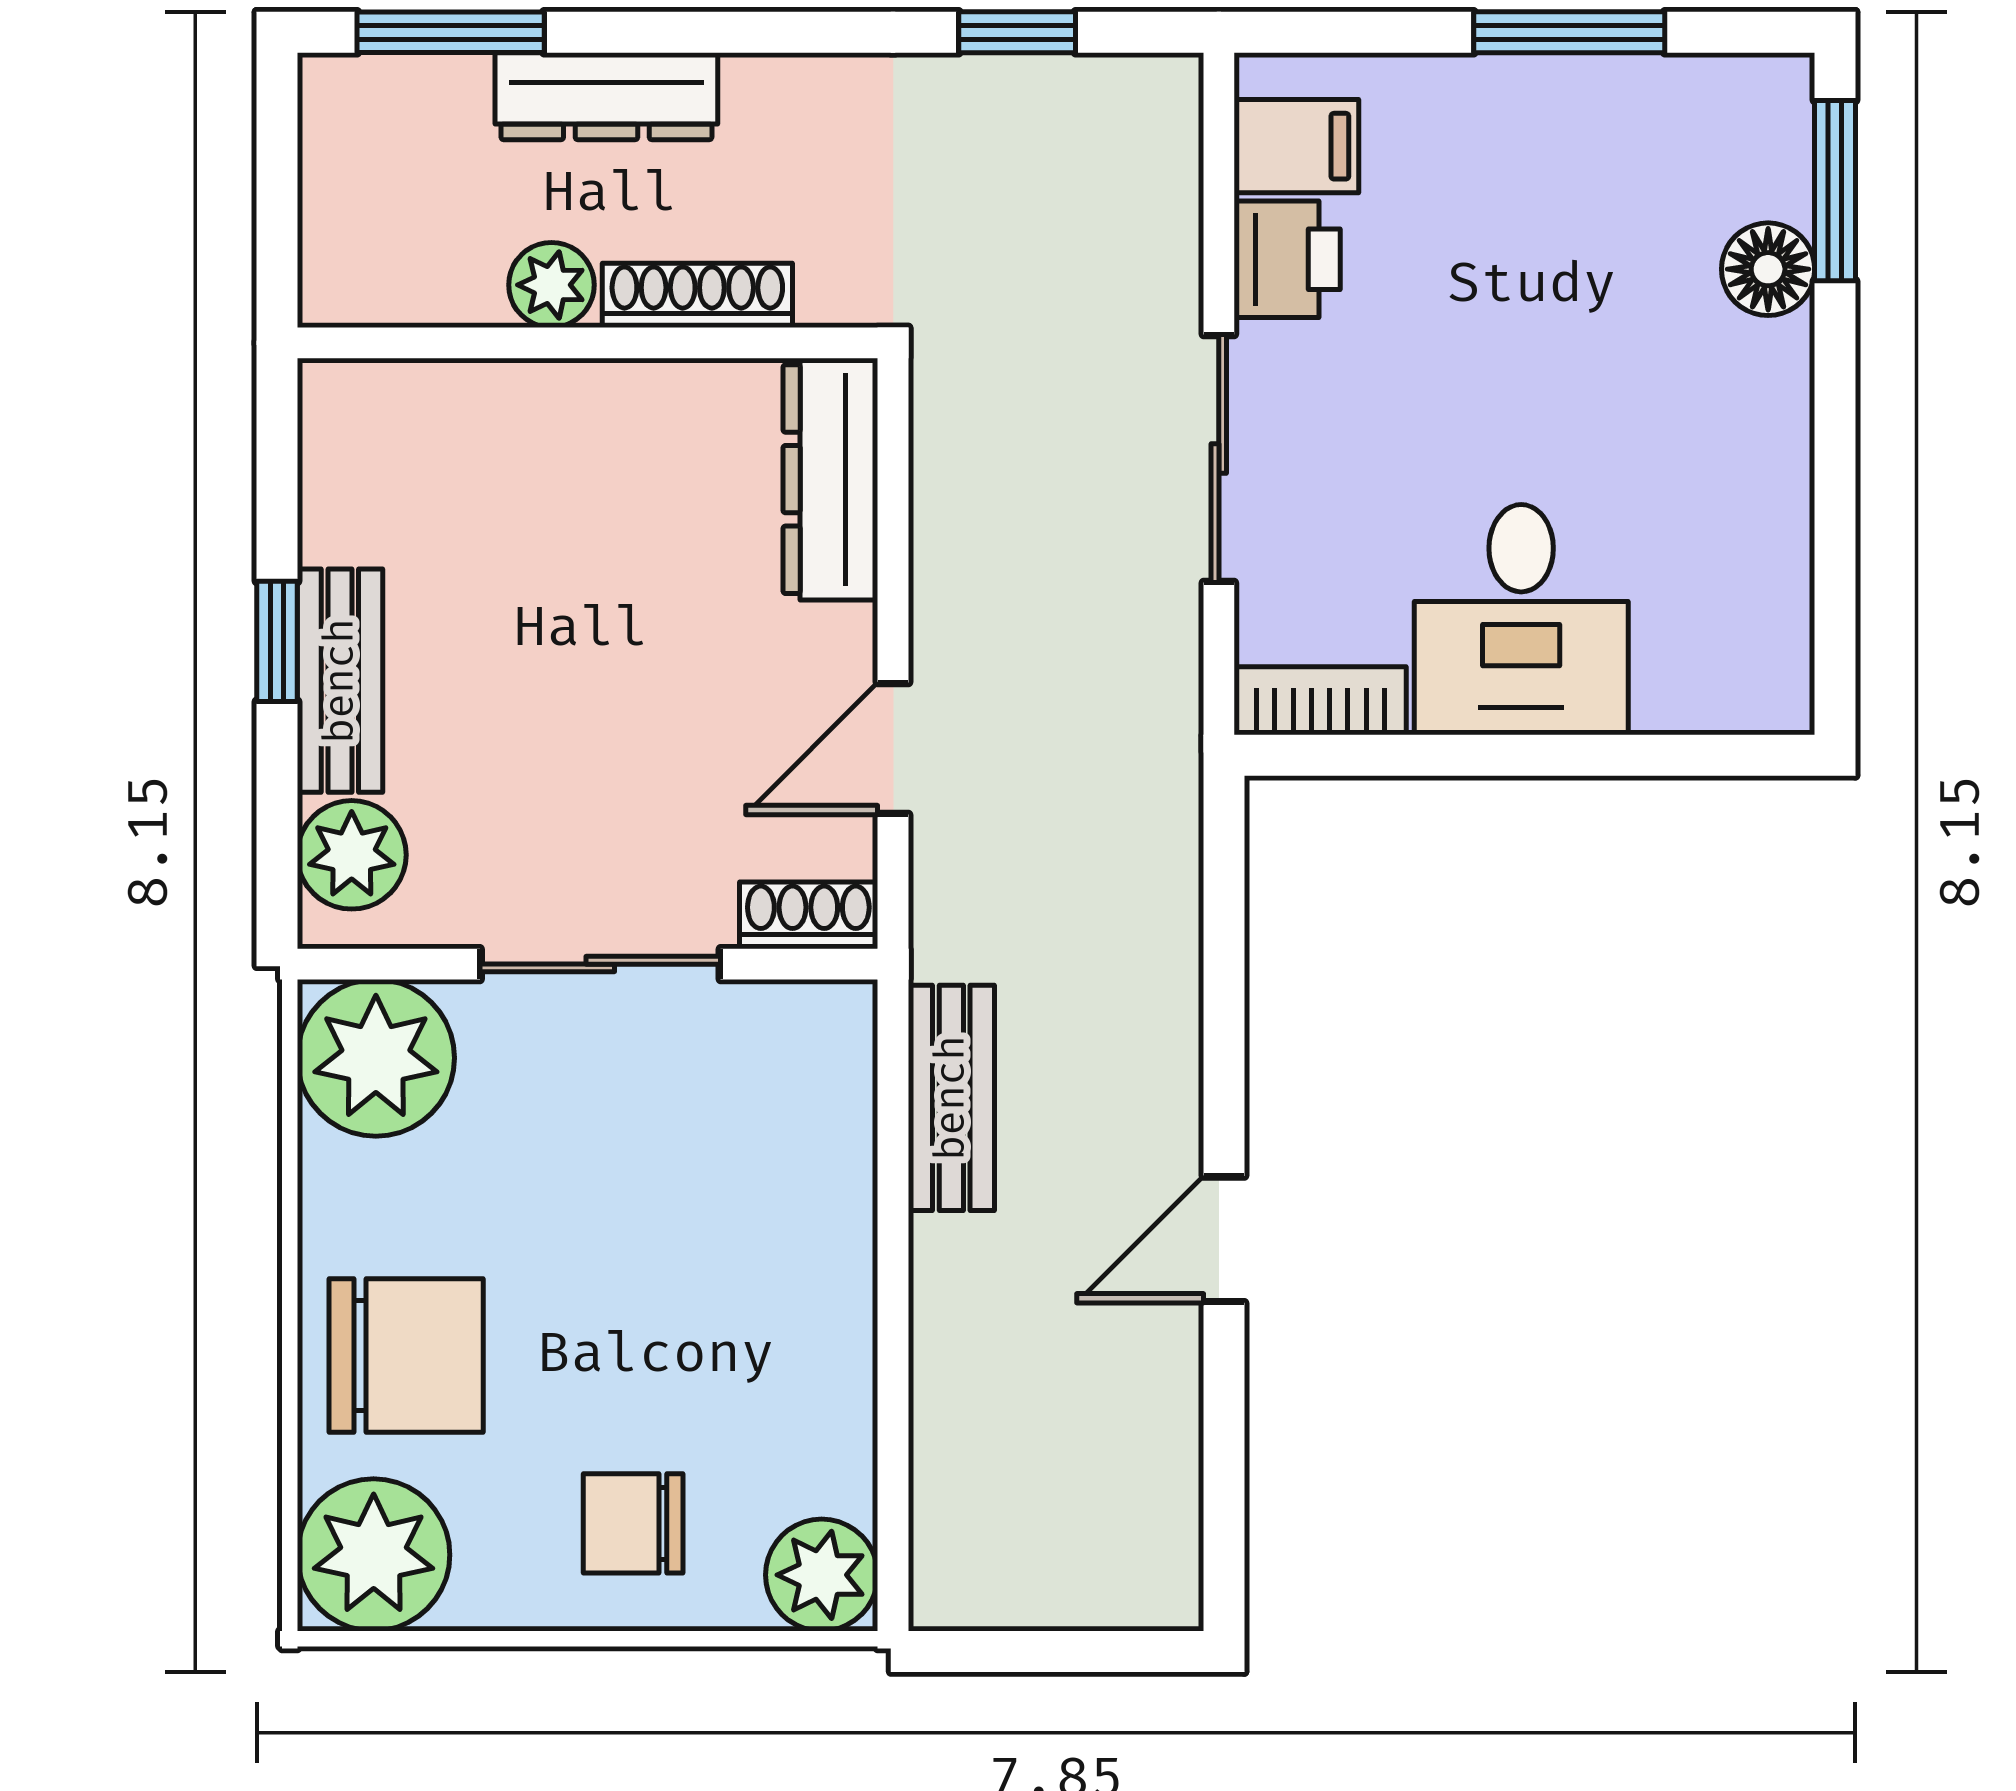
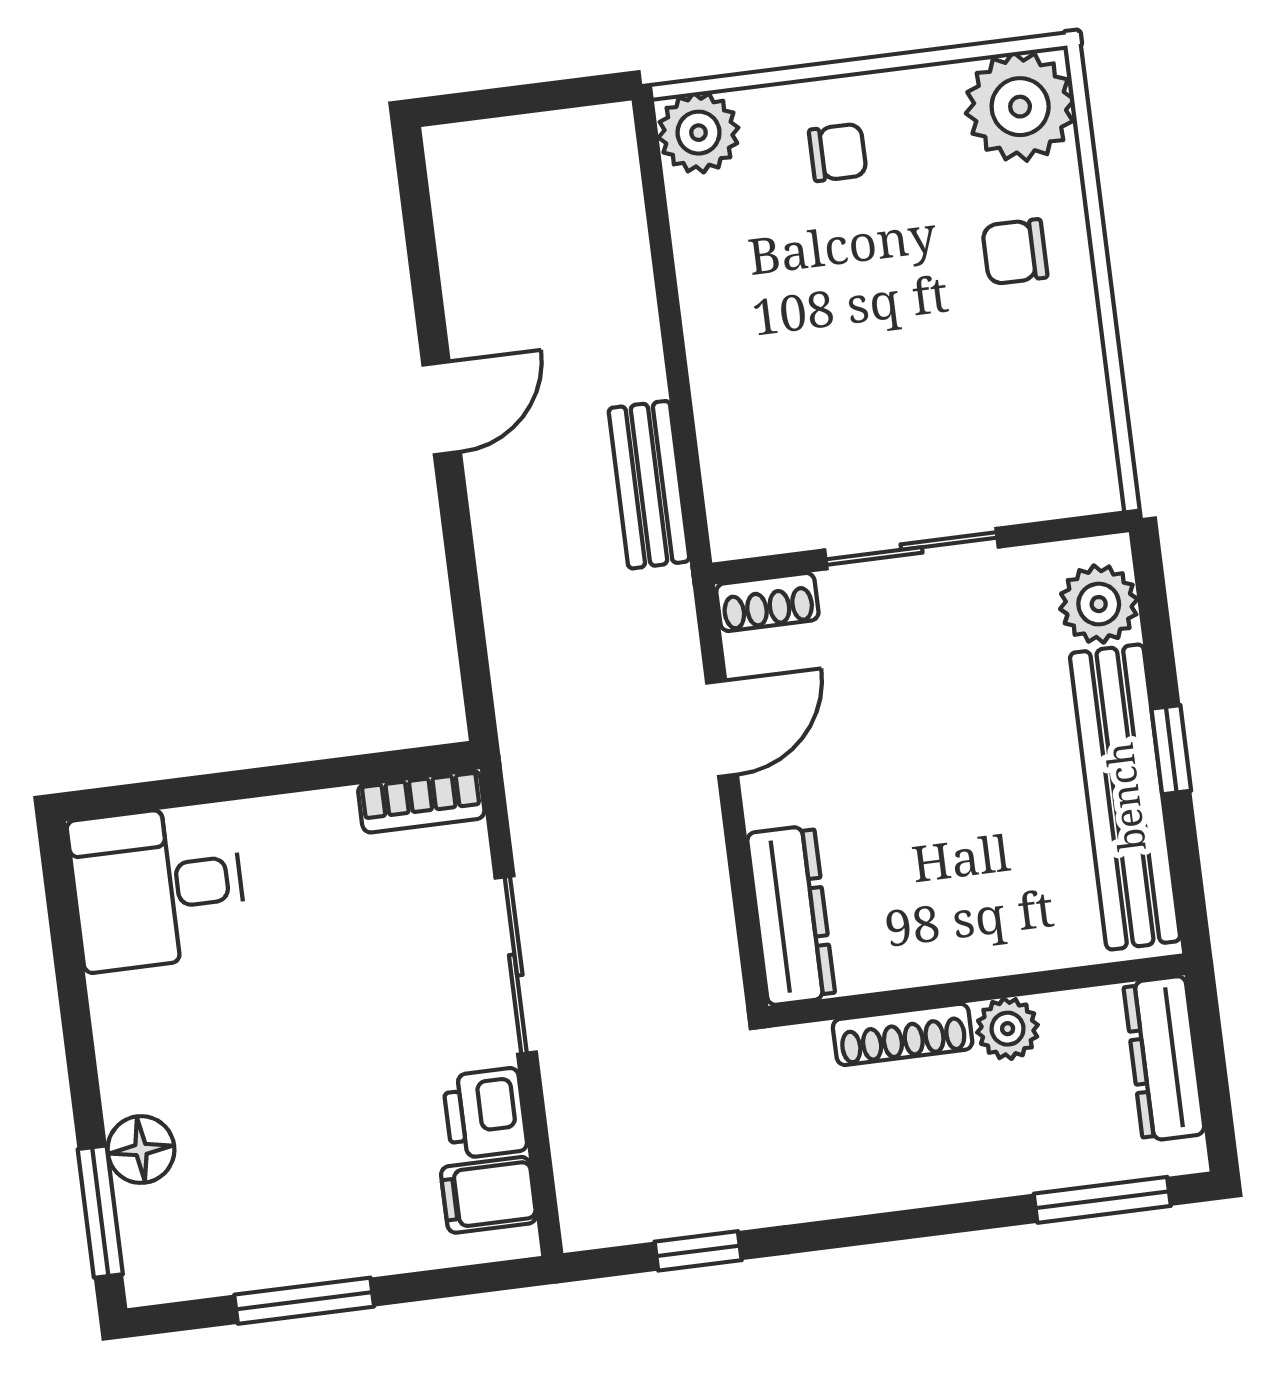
dresser: (606, 96) -> (1164, 1059), moved, turned -90
desk: (1521, 620) -> (158, 887), moved, turned -90
bench: (340, 681) -> (1125, 797), width x1.86, depth x1.21
plant: (376, 1058) -> (1063, 461), removed
chair: (406, 1355) -> (1015, 252), width x0.54, depth x0.54
chair: (633, 1523) -> (838, 152), width x0.73, depth x0.73

